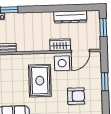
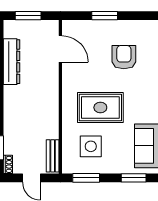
wardrobe: (60, 45) -> (51, 77), removed
side table: (62, 63) -> (91, 146), moved

